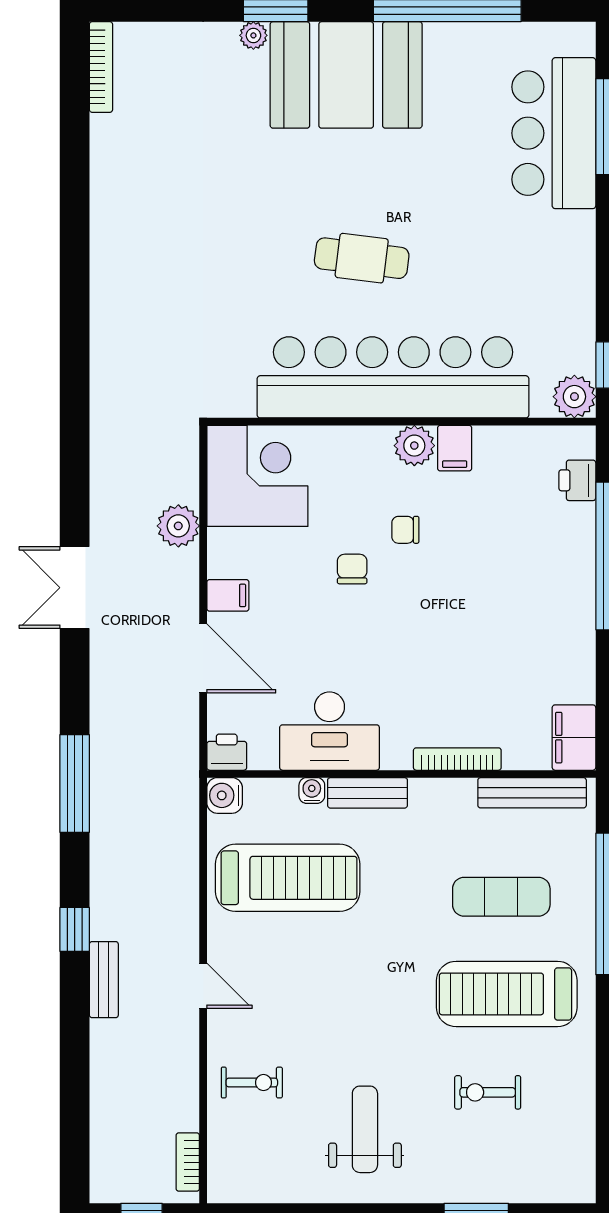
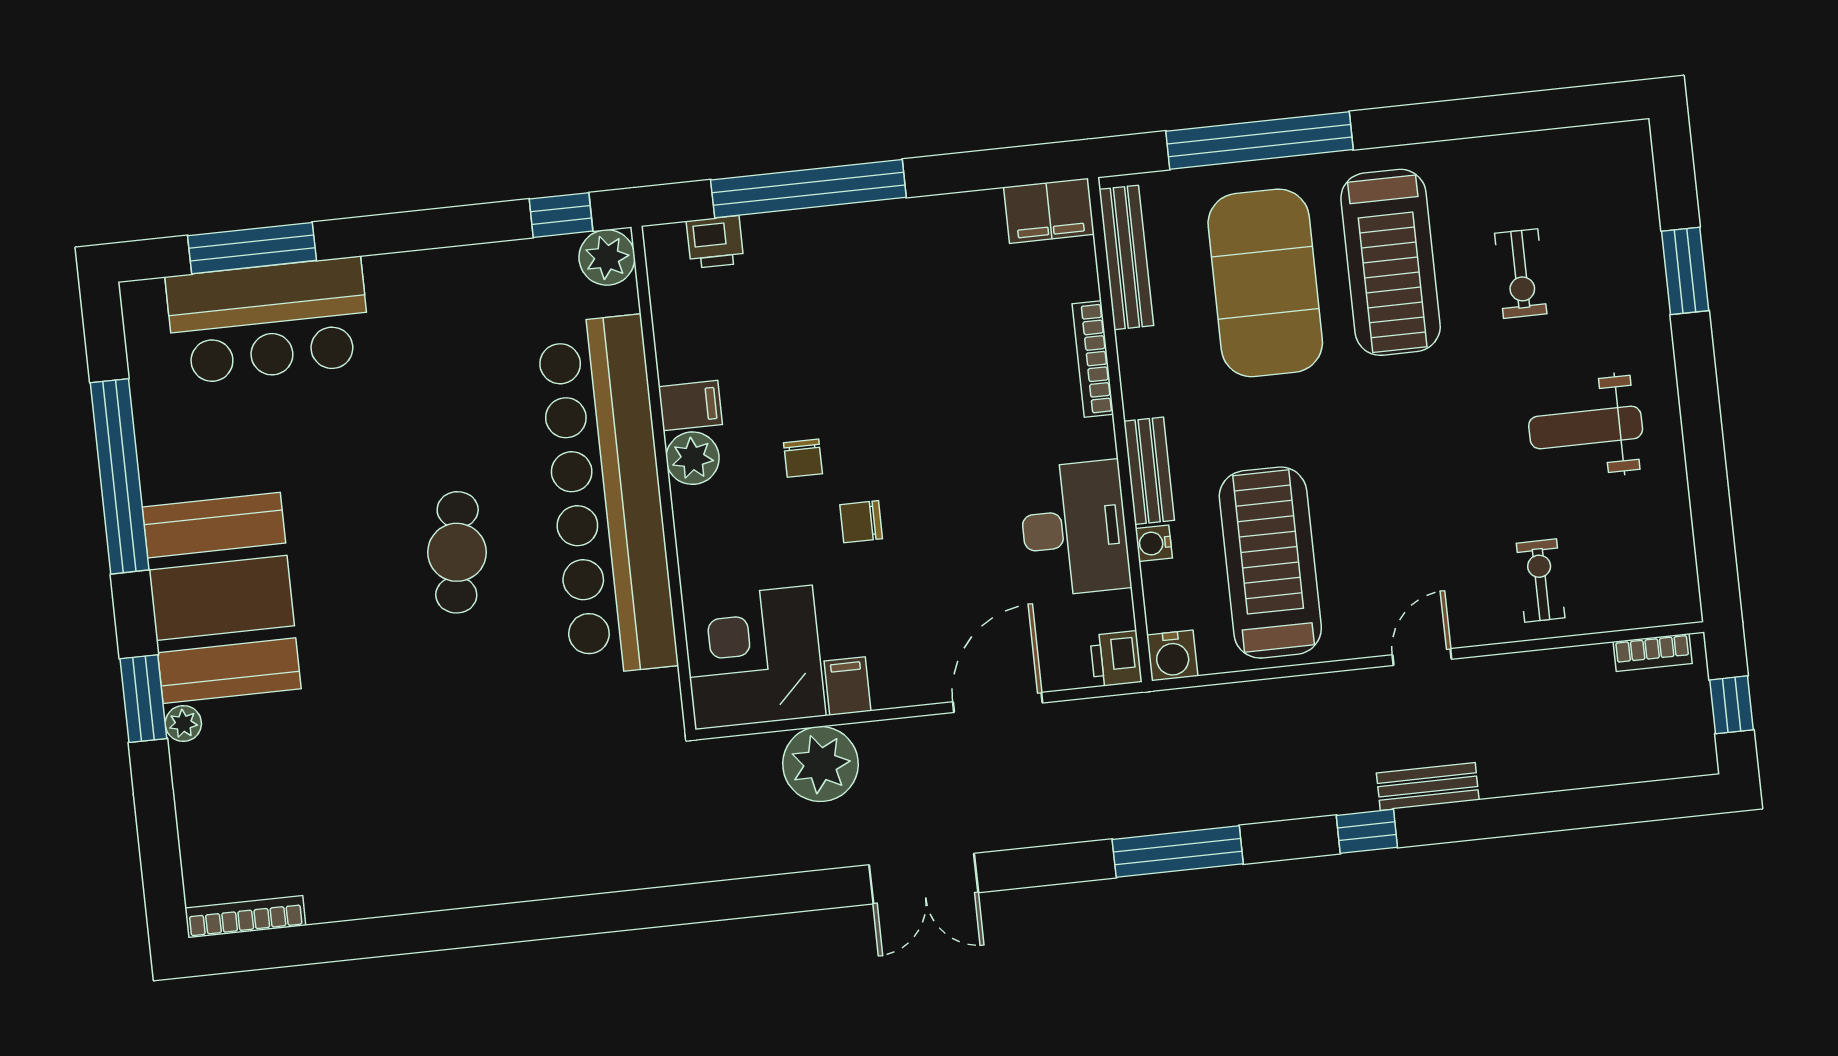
plant: (178, 526) -> (820, 764), width x1.36, depth x1.36
filing cabinet: (228, 595) -> (848, 686), moved
exercise mat: (501, 897) -> (1265, 283), width x2.00, depth x1.45

